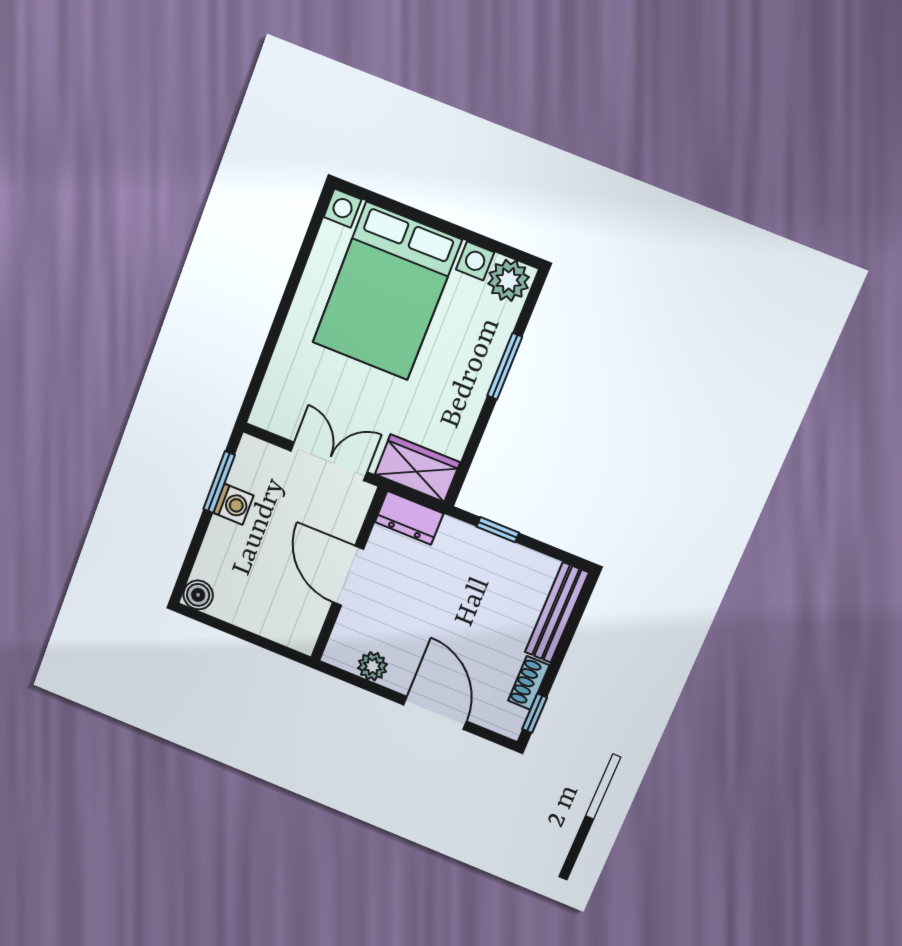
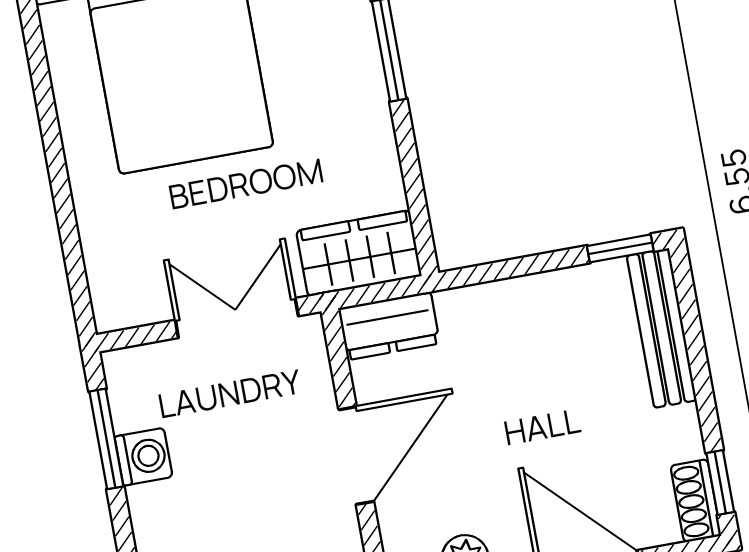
window: (498, 530) -> (620, 248), moved
door: (348, 576) -> (356, 456), swing flipped
shoe rack: (529, 683) -> (696, 501), moved

